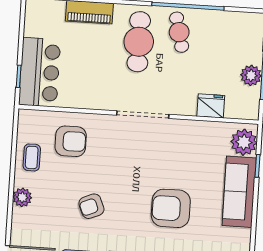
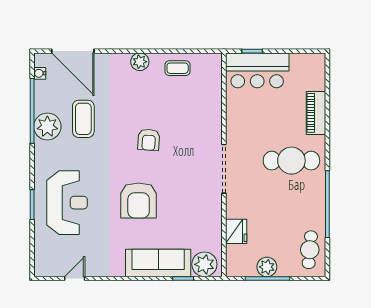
cafe table: (179, 32) -> (310, 250), moved, turned -71
armchair: (71, 141) -> (195, 103), removed
armchair: (91, 206) -> (149, 140), moved, turned -153
armchair: (171, 208) -> (139, 200), turned 180

